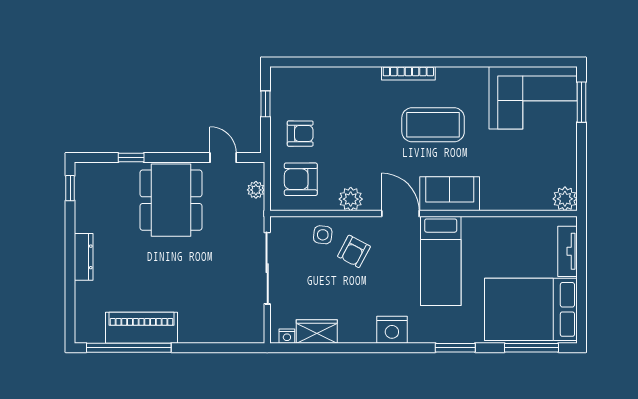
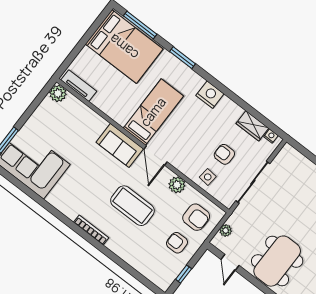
coffee table: (433, 125) -> (132, 206), moved
armchair: (354, 251) -> (224, 154), moved, turned -118
tv unit: (567, 251) -> (79, 86), moved, turned -90

